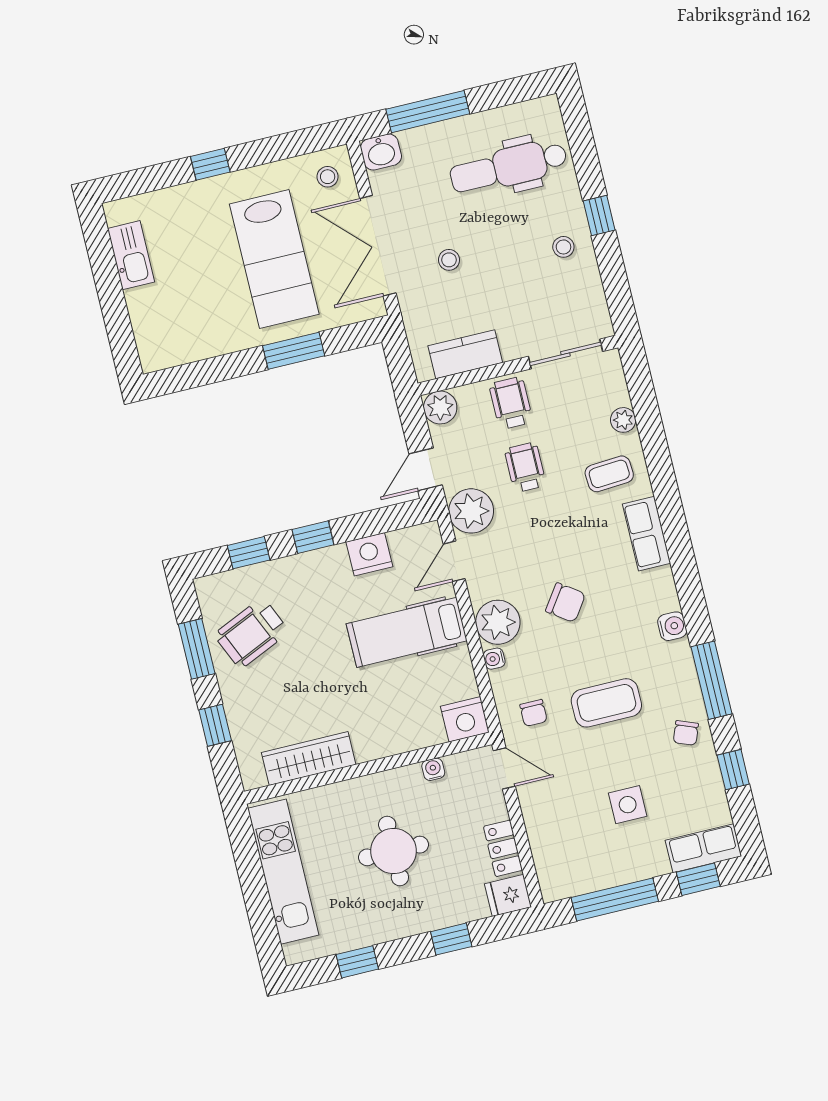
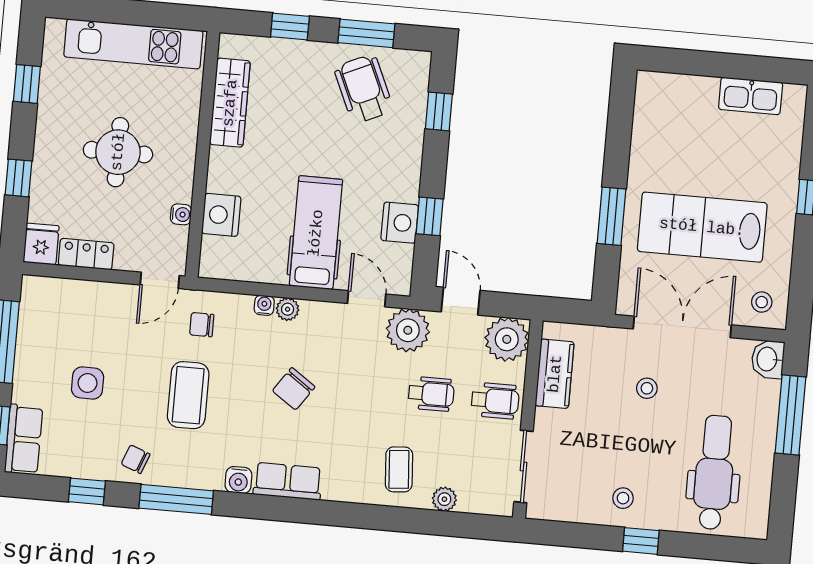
plant: (440, 407) -> (507, 339), width x1.36, depth x1.36
row of seats: (647, 534) -> (288, 481), moved
window: (313, 537) -> (430, 216), moved
plant: (498, 622) -> (288, 309), width x0.53, depth x0.53
nightstand: (465, 719) -> (221, 215), moved

